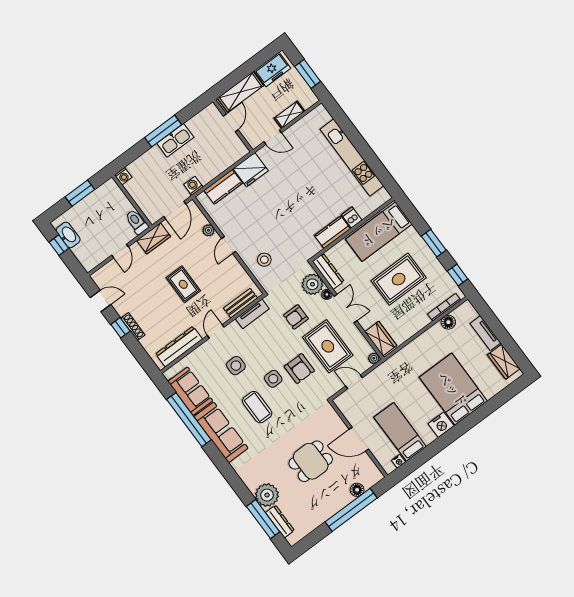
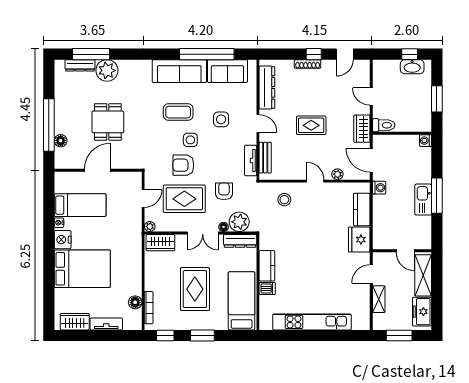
nightstand: (399, 461) -> (59, 223), moved

